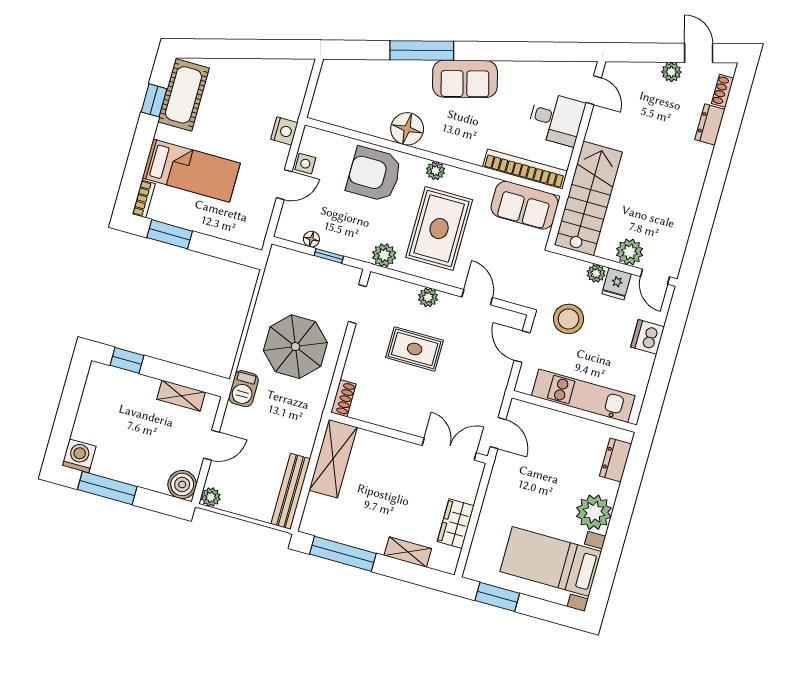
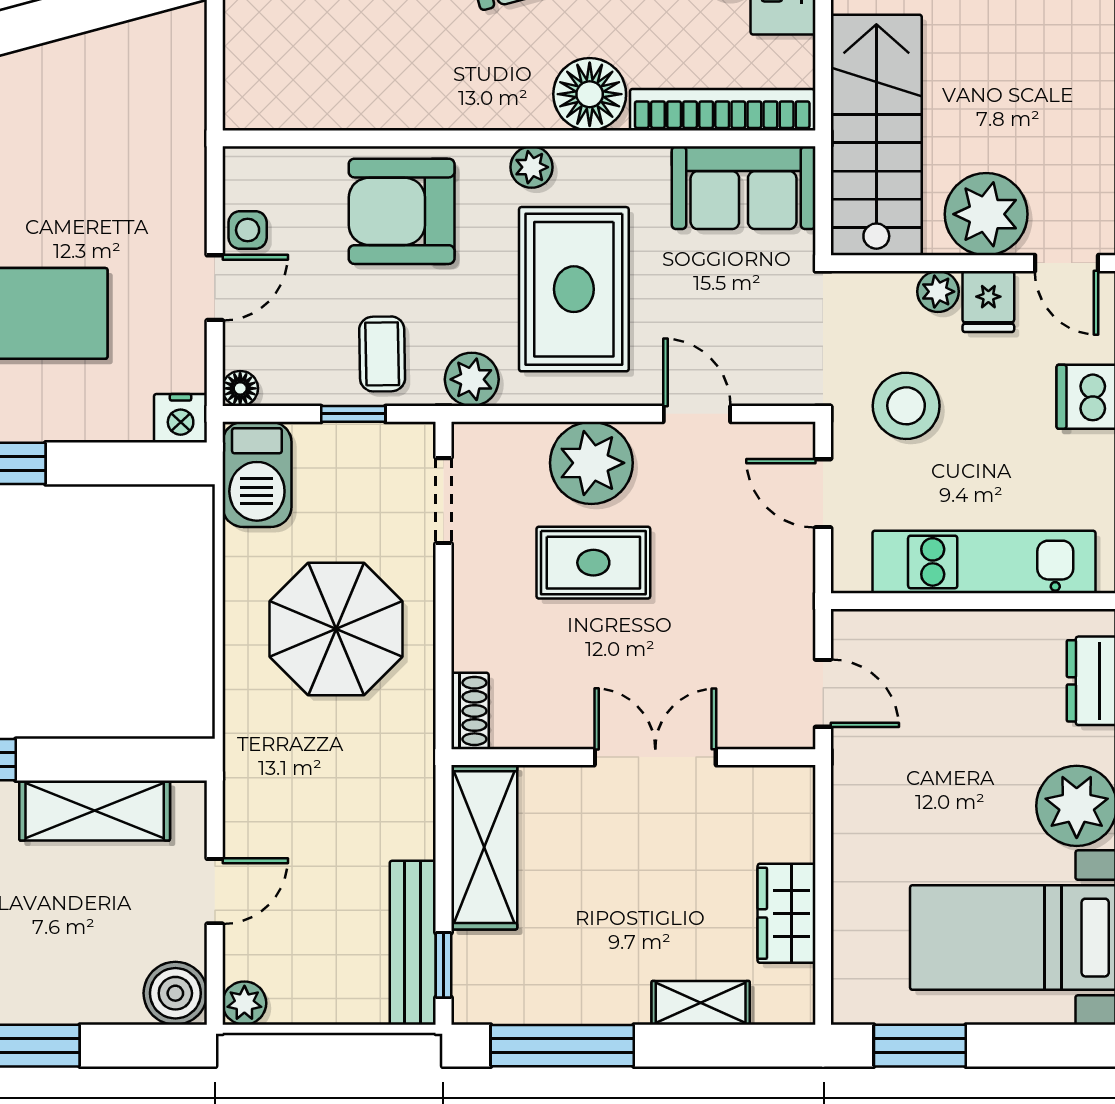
floor lamp: (407, 129) -> (590, 94), moved
nightstand: (284, 131) -> (181, 418), moved, turned 90
coffee table: (349, 233) -> (382, 354), added
floor lamp: (311, 239) -> (240, 388), moved
plant: (630, 252) -> (986, 214), width x1.36, depth x1.36
plant: (428, 297) -> (591, 463), width x1.88, depth x1.88
barbecue: (244, 389) -> (257, 474), moved, width x1.38, depth x1.27
shelving: (181, 396) -> (95, 811), width x1.50, depth x1.33
double door: (449, 449) -> (655, 757), moved
window: (301, 505) -> (444, 965), added

